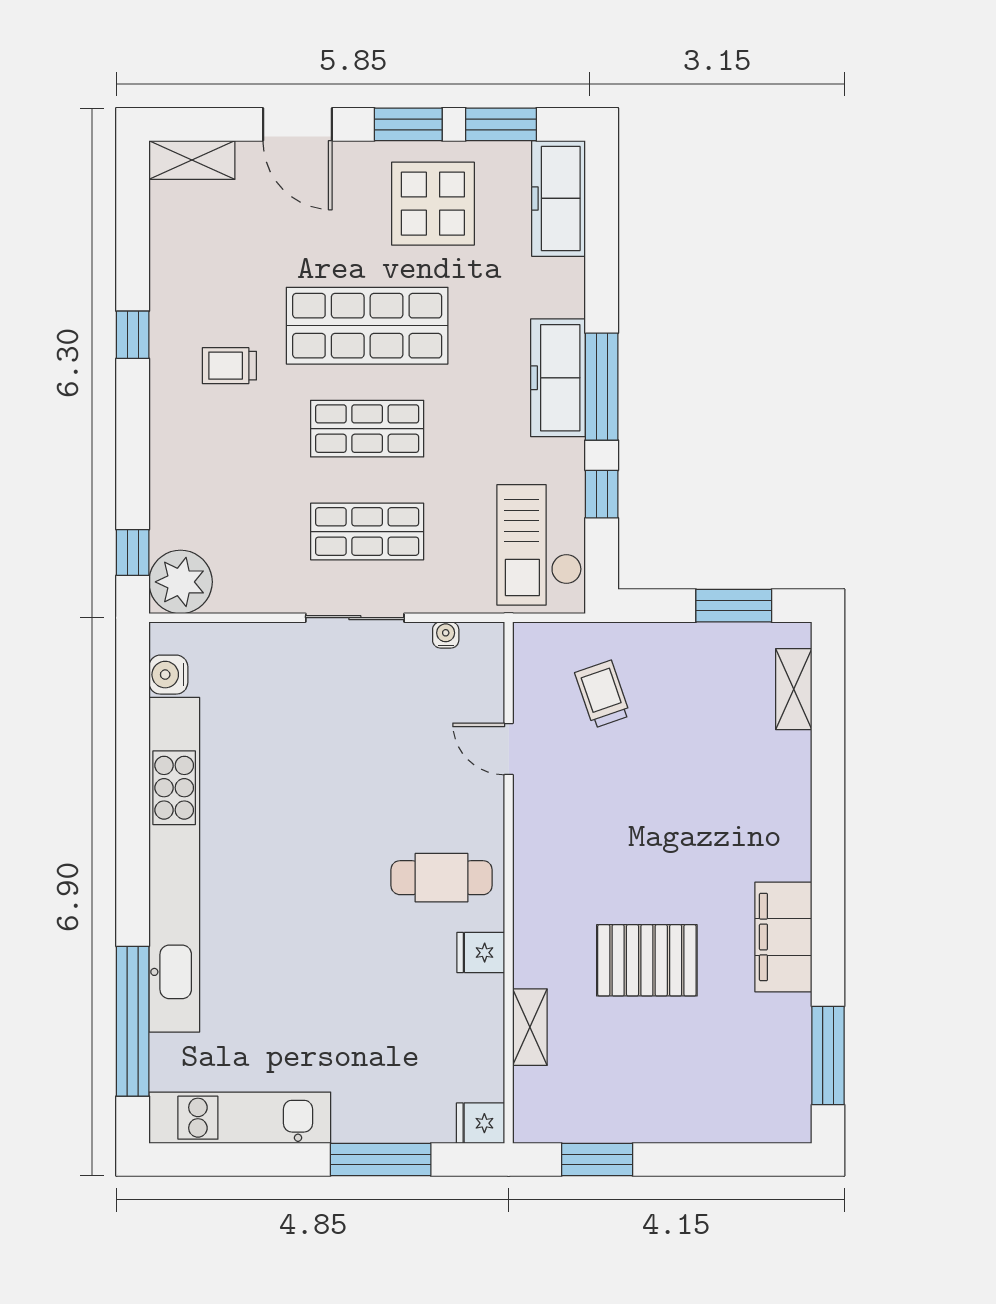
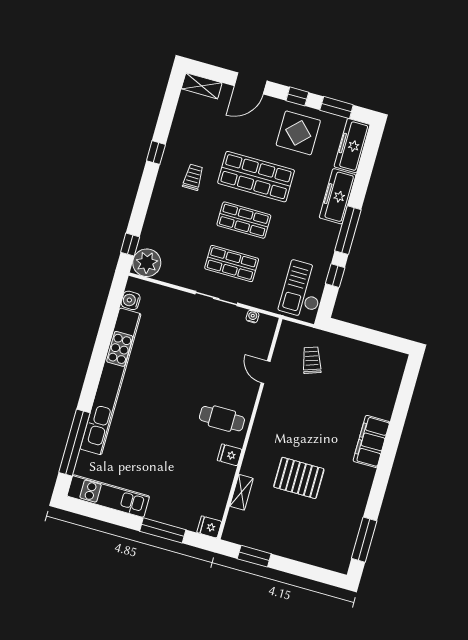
door: (298, 124) -> (251, 83), hinge flipped
window: (408, 124) -> (297, 96), width x0.67
trolley: (229, 366) -> (193, 177), turned 90
freezer: (558, 378) -> (338, 196), moved
window: (734, 606) -> (378, 338), removed
shelving: (794, 689) -> (393, 381), removed
filing cabinet: (783, 937) -> (371, 441), moved

